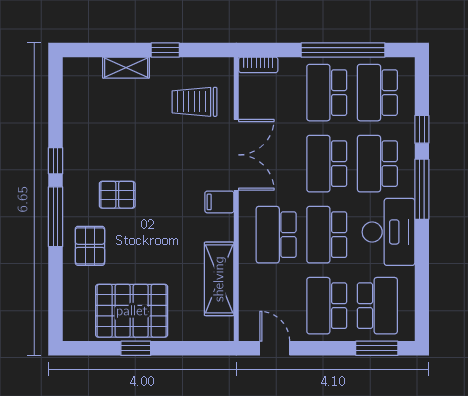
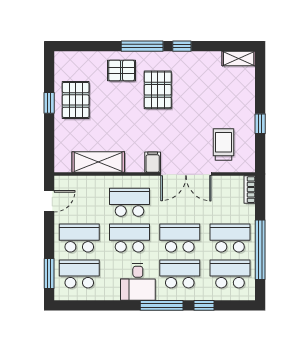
shelving: (126, 68) -> (239, 59), moved, turned 90
pallet: (117, 195) -> (158, 90), width x1.50, depth x1.42
desk: (388, 232) -> (138, 282), width x0.73
school desk: (377, 306) -> (79, 274), turned 180
pallet: (132, 311) -> (76, 100), width x0.73, depth x0.71

